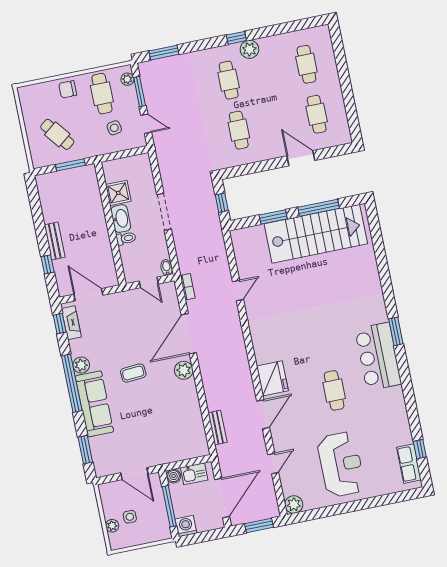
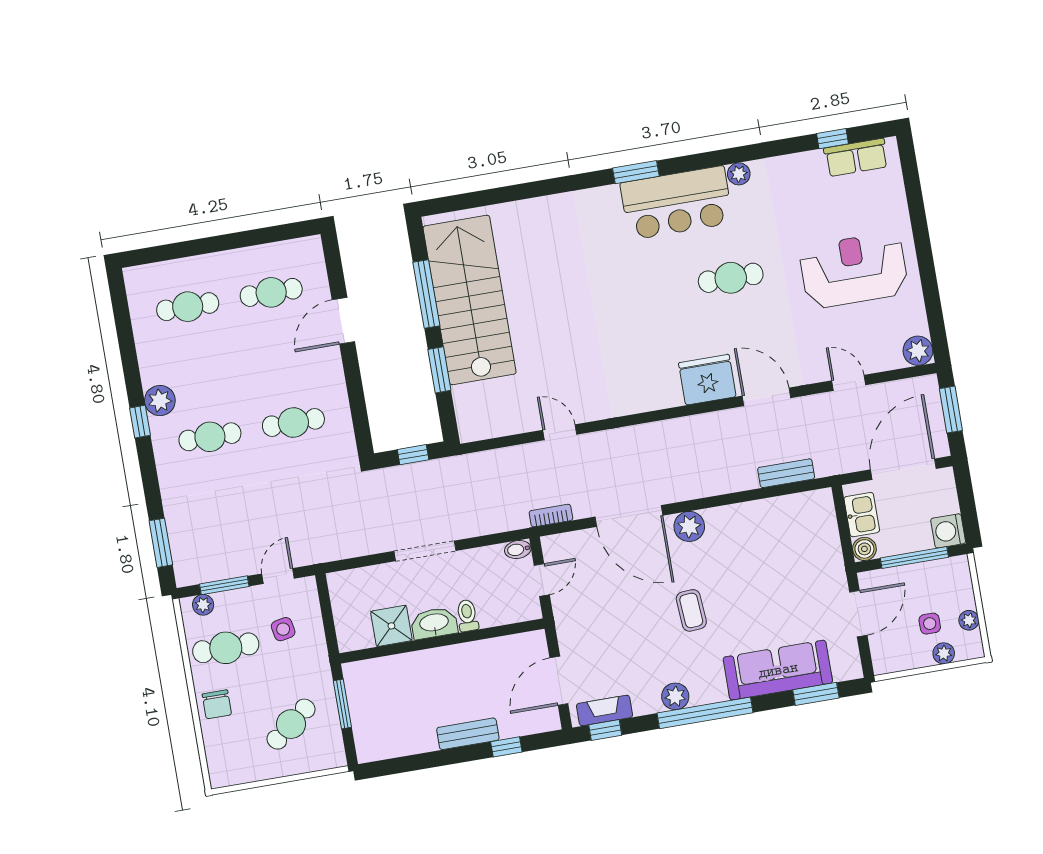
plant: (397, 393) -> (739, 174), added
sofa: (94, 404) -> (778, 670), moved
door: (222, 498) -> (903, 469), hinge flipped
plant: (133, 540) -> (969, 620), added

